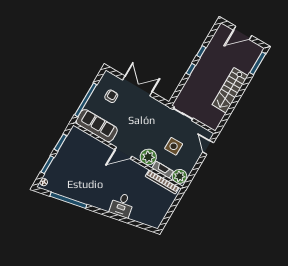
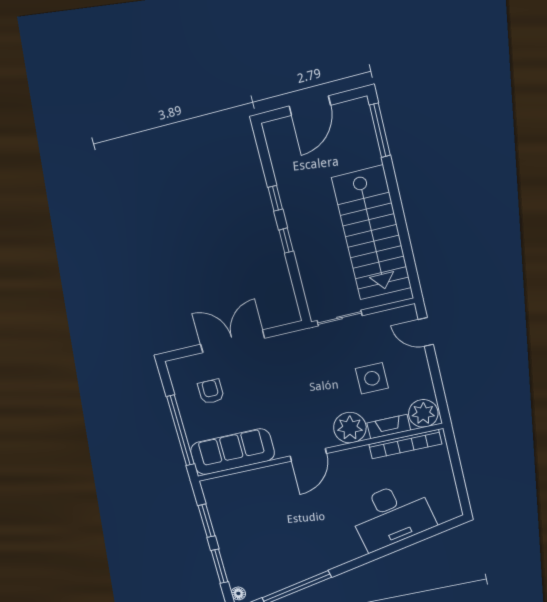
stairs: (230, 90) -> (372, 233), width x1.36, depth x1.51
desk: (122, 205) -> (392, 516), width x1.87, depth x1.30

